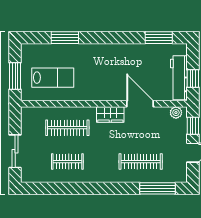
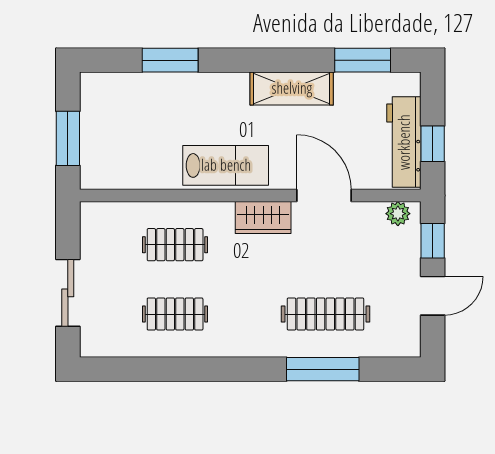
shelving: (124, 52) -> (292, 88), added
lab bench: (53, 78) -> (226, 165), moved
clothes rail: (67, 128) -> (175, 245), width x0.73
window: (158, 188) -> (323, 369), moved

